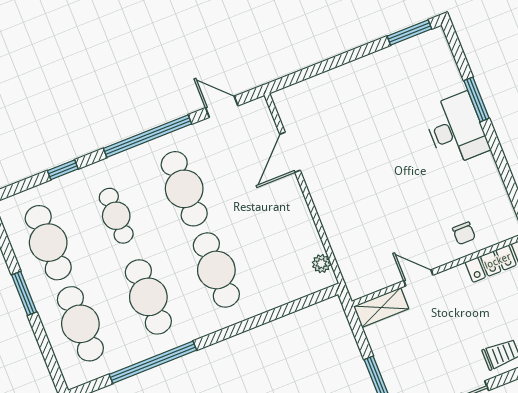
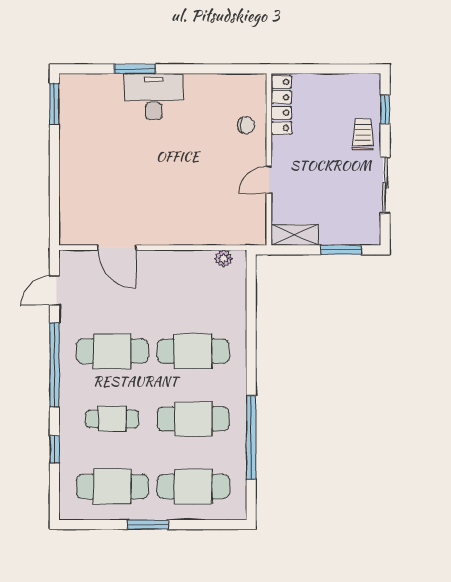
shelving: (381, 307) -> (295, 235), moved, turned 90

